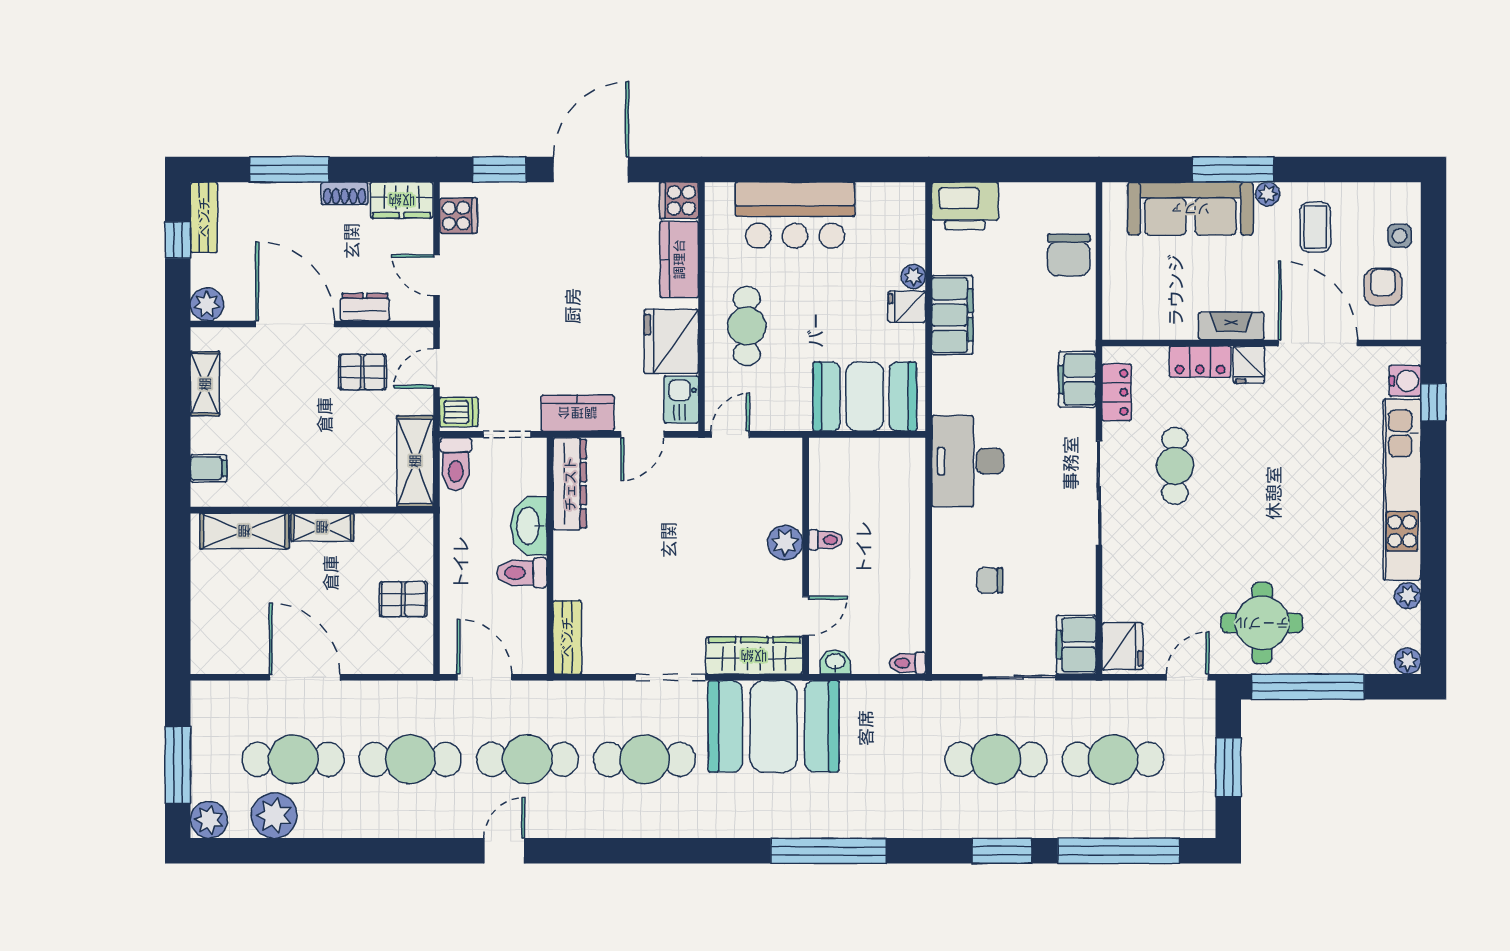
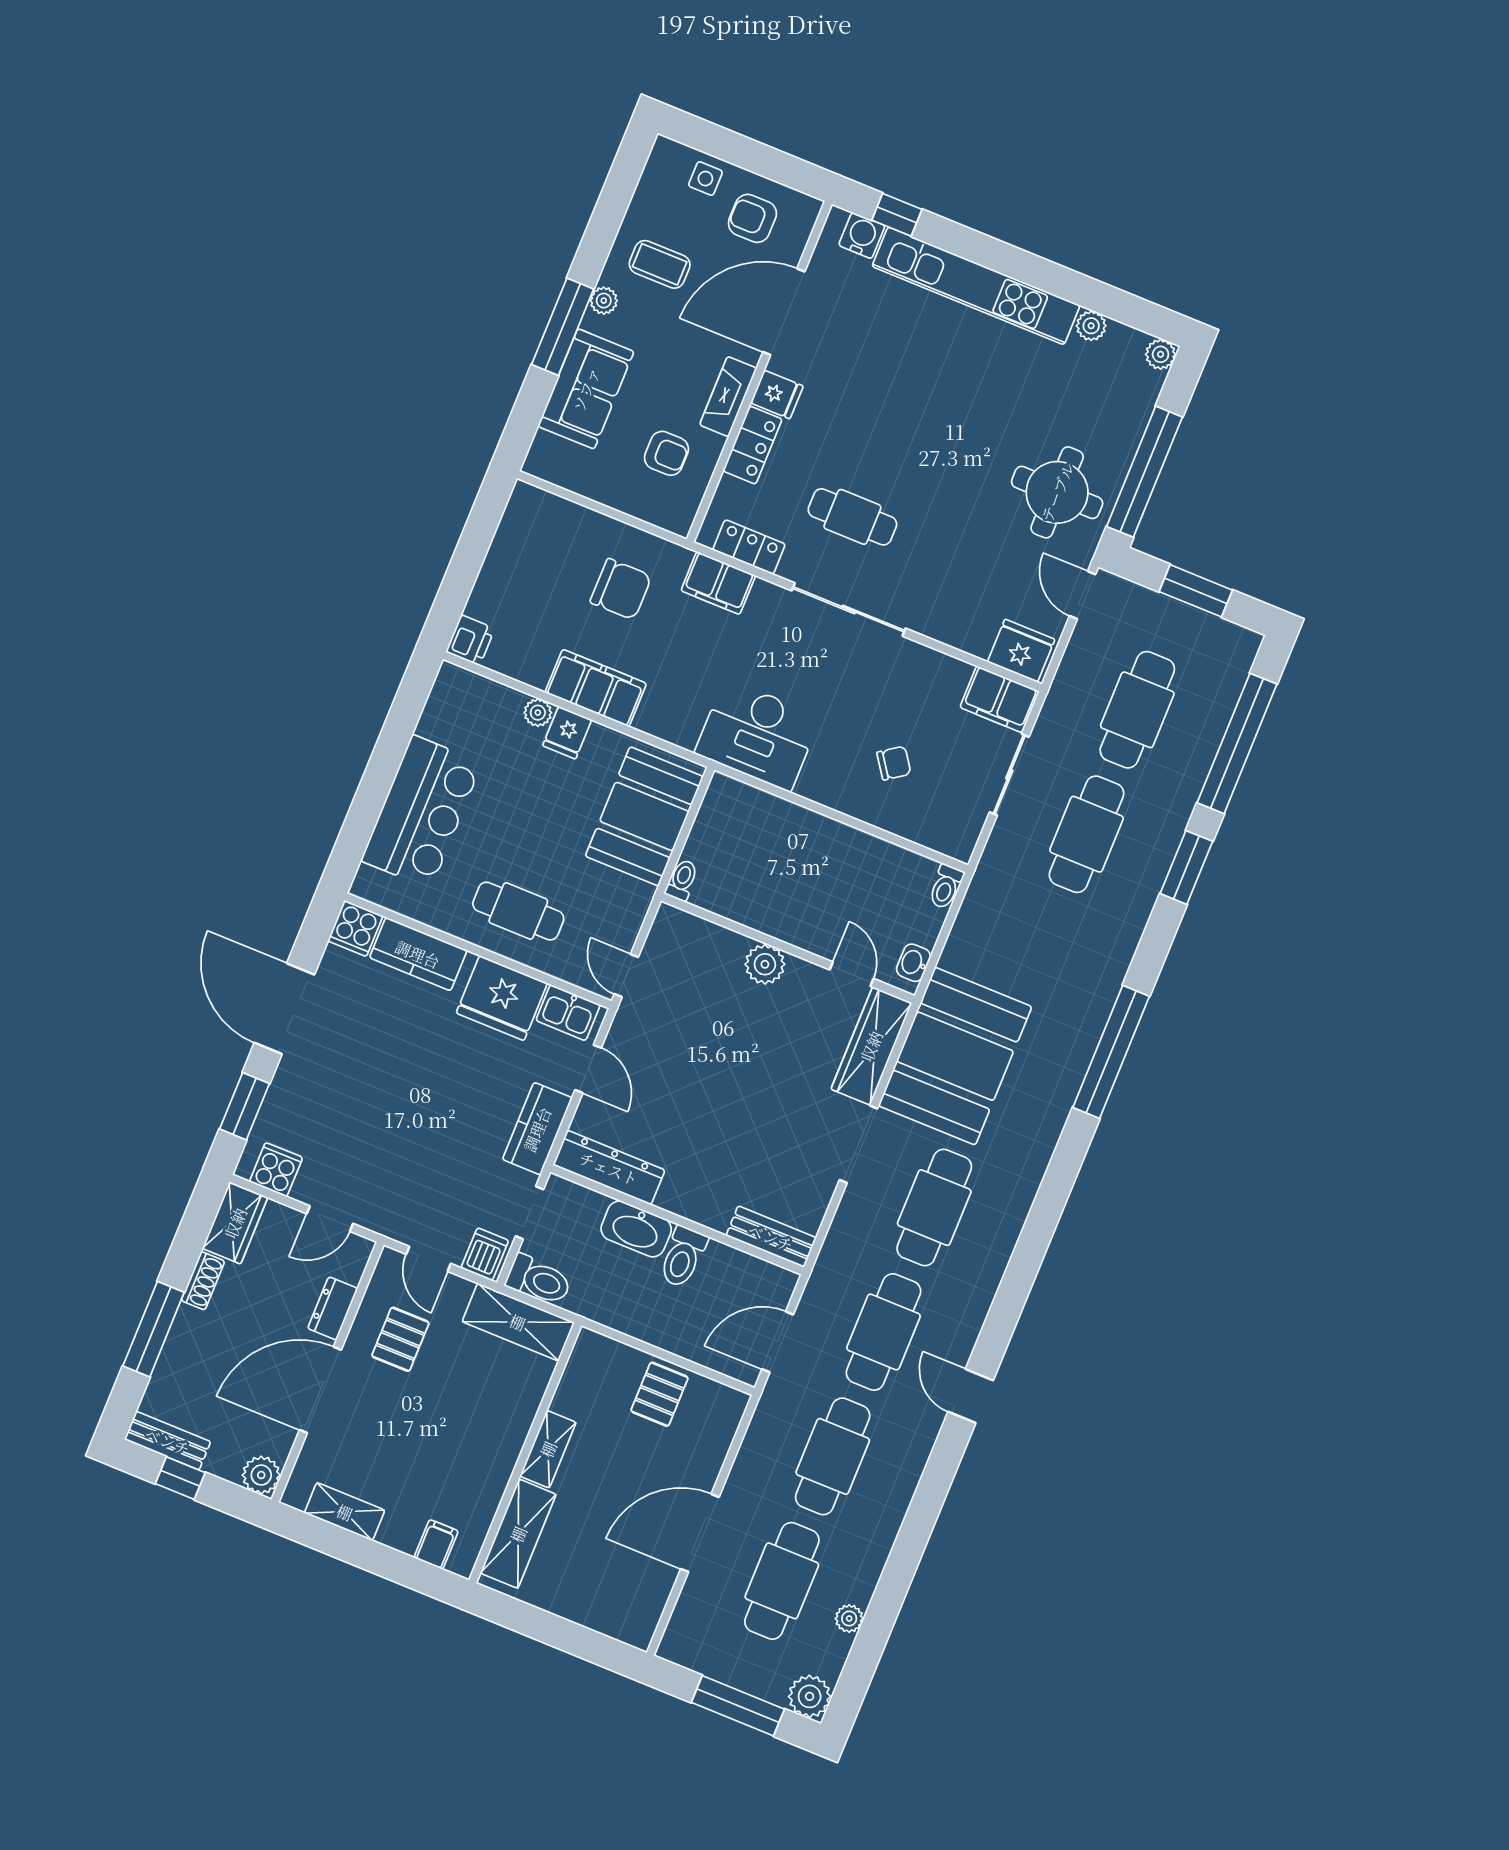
printer: (965, 206) -> (470, 640), width x0.53, depth x0.68
sofa: (1190, 209) -> (586, 389), width x0.73
chair: (1069, 255) -> (621, 589), moved
armchair: (1165, 295) -> (666, 453), added
toilet: (826, 540) -> (682, 880), moved
chair: (990, 580) -> (894, 763), turned -125
plant: (274, 815) -> (849, 1619), width x0.53, depth x0.53

